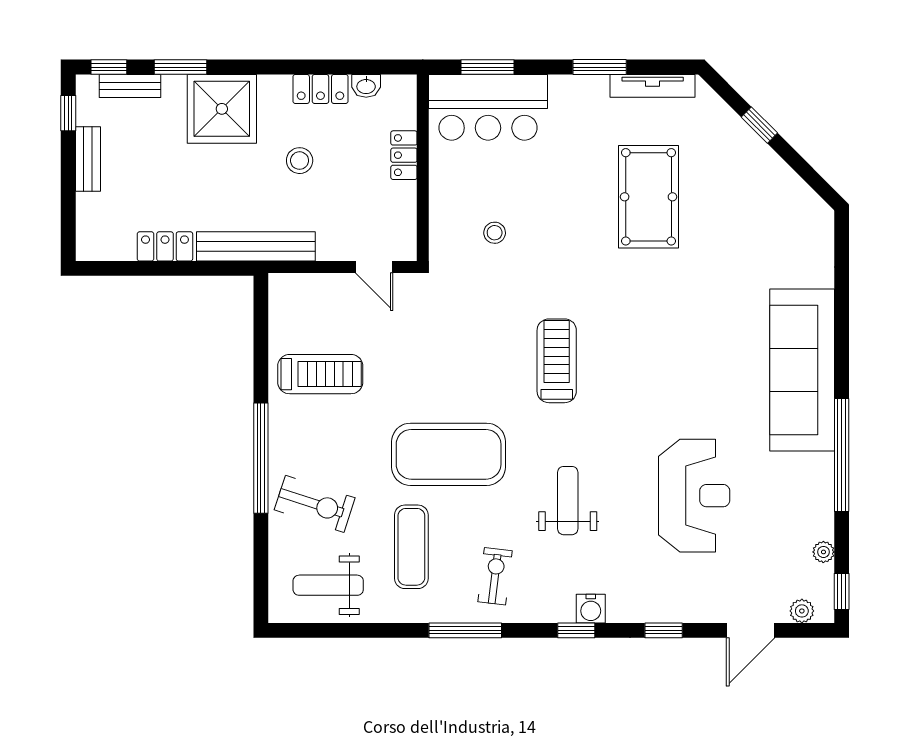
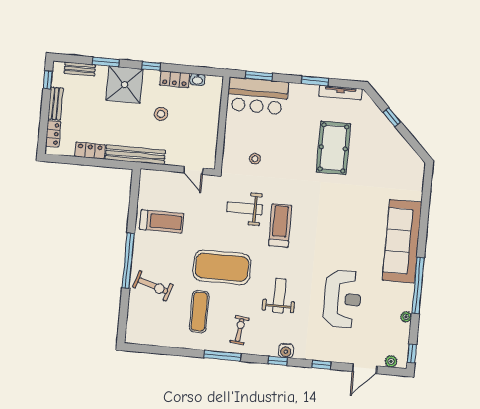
window: (109, 67) -> (151, 66), moved
locker: (404, 155) -> (53, 134), moved, turned 180
plant: (823, 552) -> (406, 317), moved
weight bench: (328, 585) -> (245, 208), moved

